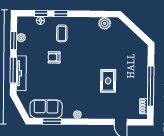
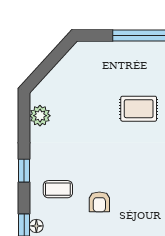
window: (61, 14) -> (24, 171), moved

